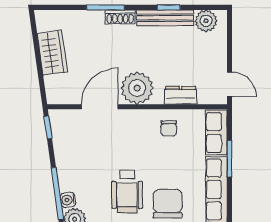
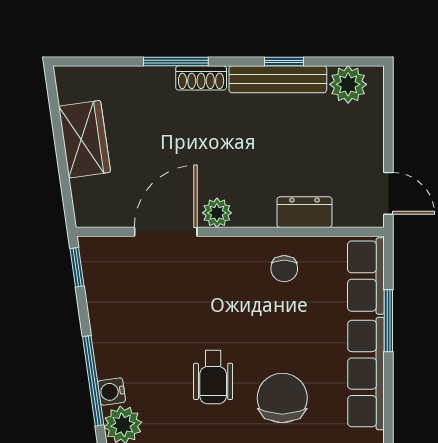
plant: (137, 88) -> (217, 213), width x0.53, depth x0.53
wheelchair: (127, 191) -> (213, 377), width x0.73, depth x0.73

